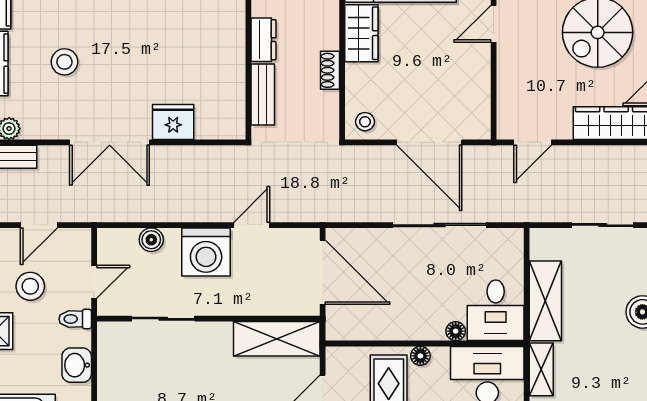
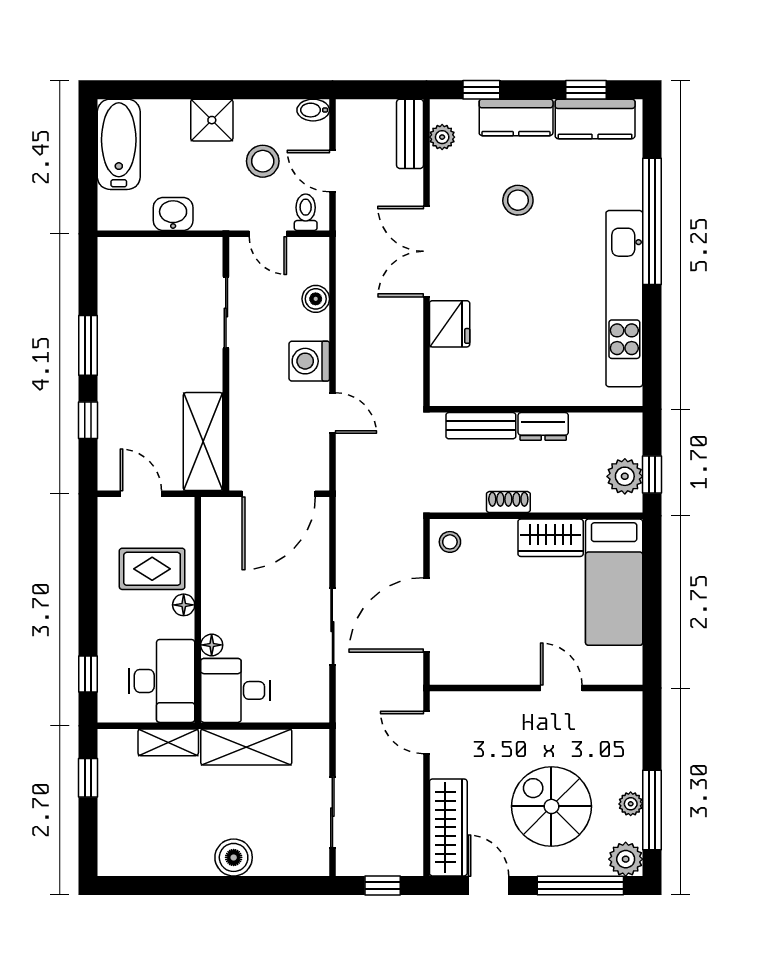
sliding door: (440, 225) -> (332, 627), width x0.73
washing machine: (206, 252) -> (309, 361), width x0.73, depth x0.73
toilet: (75, 319) -> (306, 212), moved

